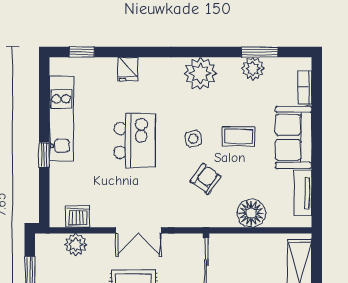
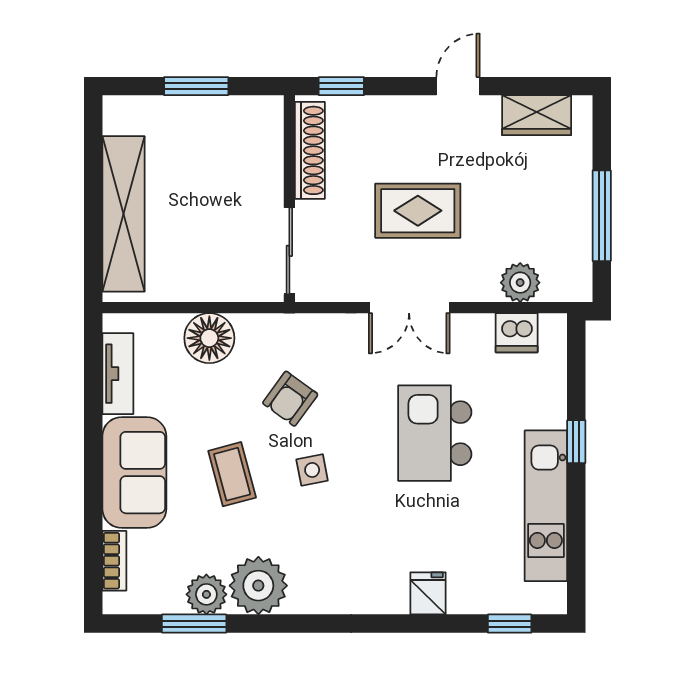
plant: (200, 73) -> (258, 586), moved
coffee table: (238, 136) -> (232, 474), turned 75
kitchen island: (135, 140) -> (435, 433), moved
double door: (138, 230) -> (409, 308), swing flipped

